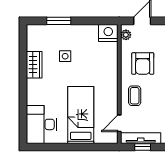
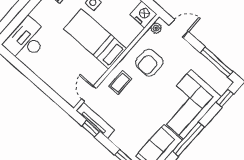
bed: (81, 115) -> (95, 39), moved, turned -90
door: (119, 123) -> (89, 94), hinge flipped

